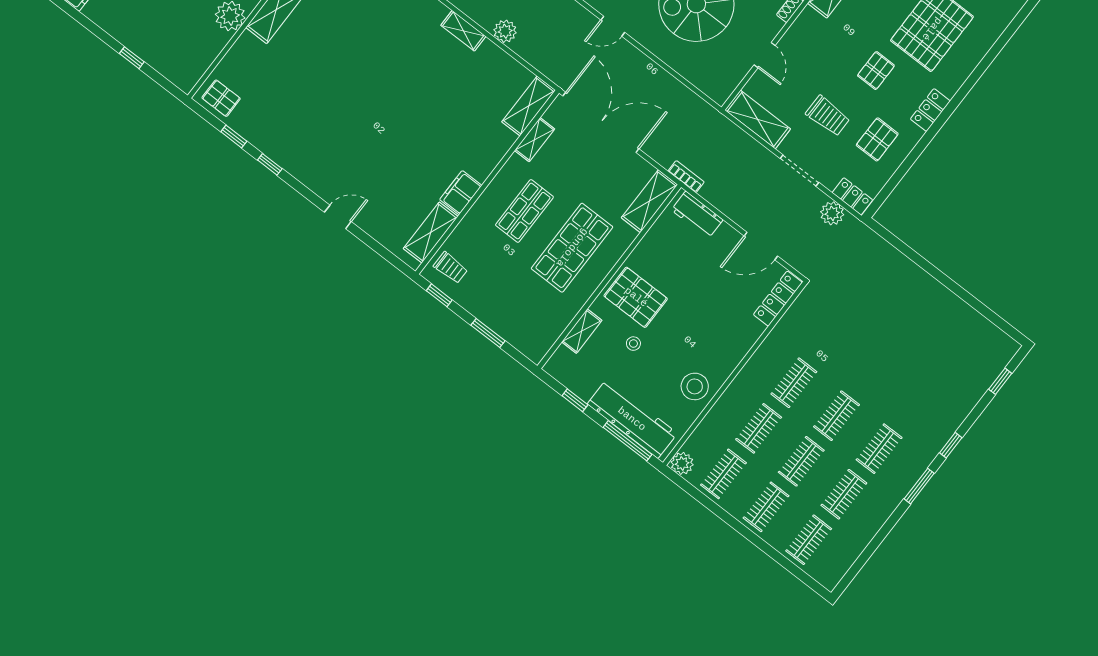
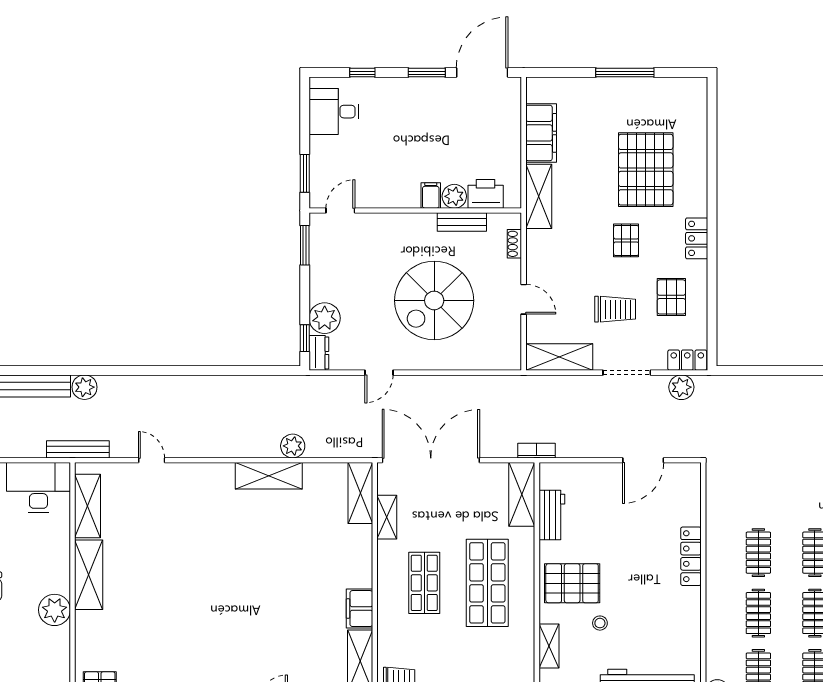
shelving: (463, 31) -> (269, 476), width x1.50, depth x1.33
workbench: (697, 215) -> (552, 515), moved, turned -90
locker: (778, 299) -> (691, 556), moved
stool: (695, 386) -> (678, 619), removed

